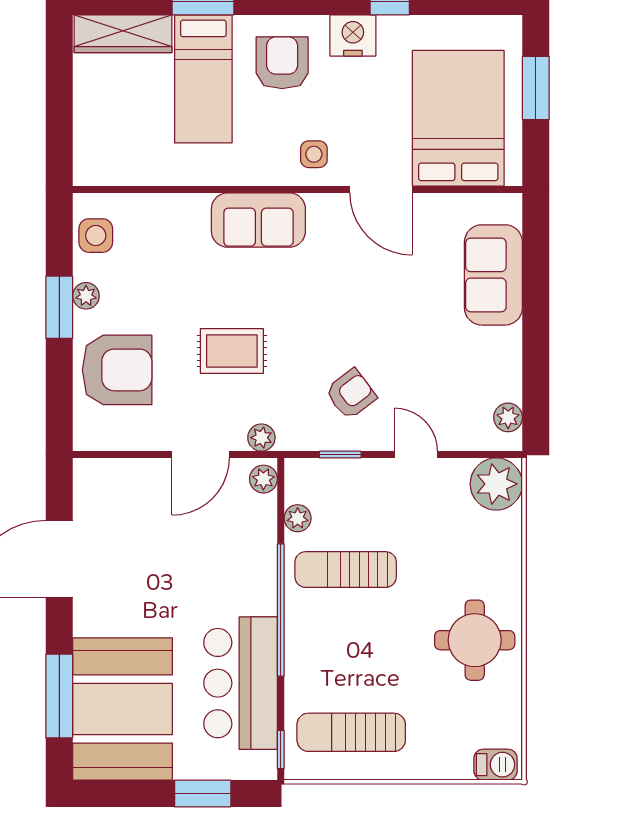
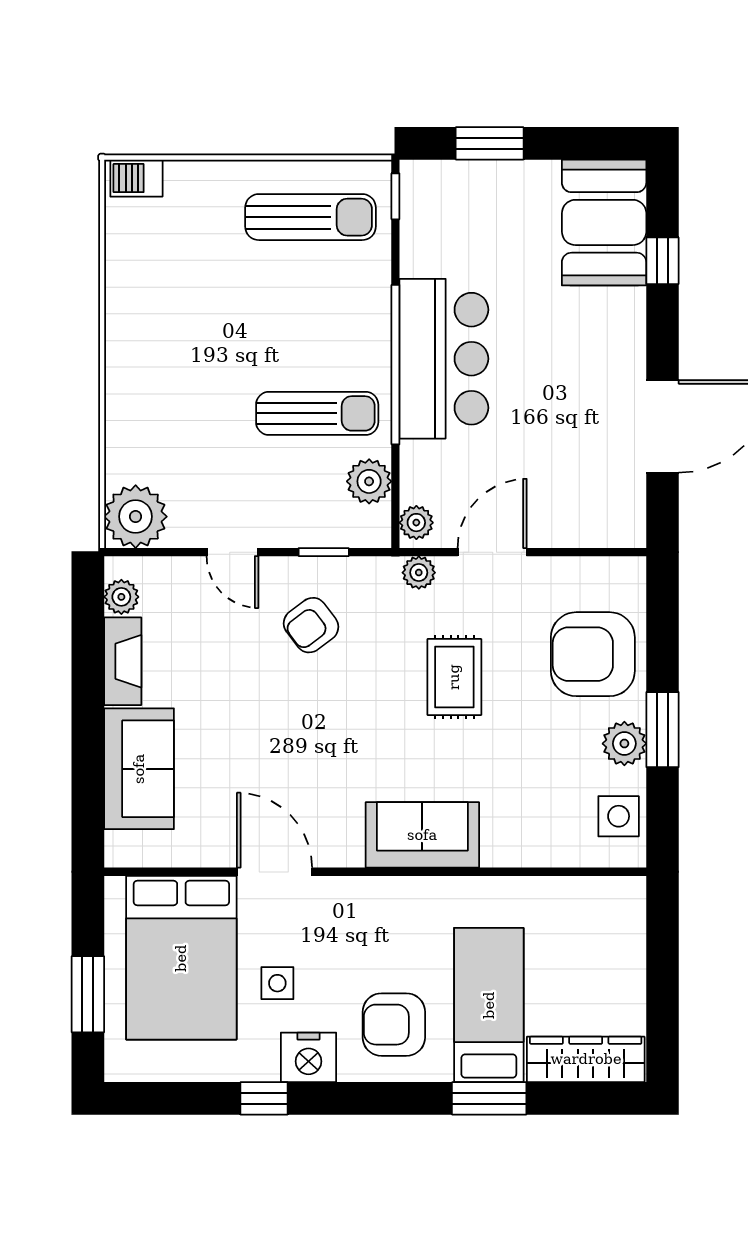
armchair: (282, 63) -> (394, 1025), turned 90
side table: (314, 154) -> (277, 983), moved
plant: (86, 296) -> (624, 744), width x1.38, depth x1.38
rug: (232, 351) -> (454, 677), turned 90
fireplace: (507, 364) -> (123, 661), added
plant: (298, 518) -> (369, 481), width x1.38, depth x1.38
round table: (475, 640) -> (162, 328), removed
bar counter: (241, 683) -> (444, 359), moved
window: (59, 696) -> (663, 261), width x0.46
booth: (123, 709) -> (604, 222), width x0.73, depth x0.70

